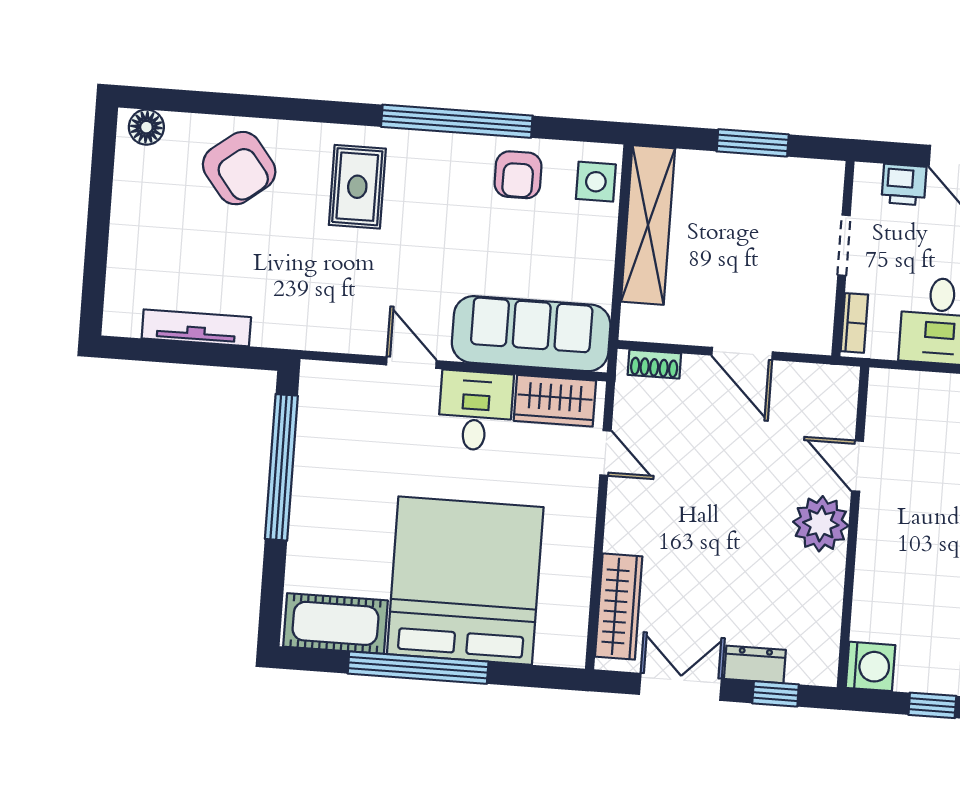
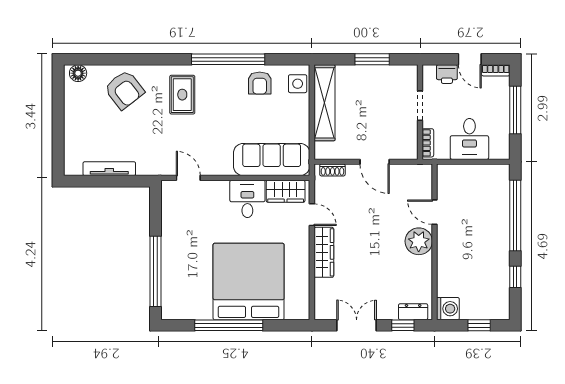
door: (411, 363) -> (188, 178), moved
window: (281, 467) -> (155, 271), moved
wardrobe: (619, 607) -> (324, 252), moved
cot: (336, 623) -> (187, 307), removed
dresser: (755, 664) -> (413, 312), moved

